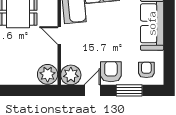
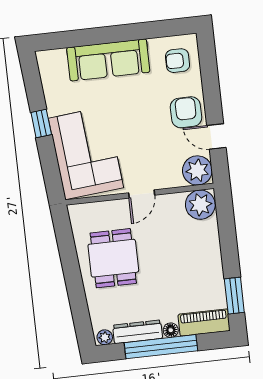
armchair: (111, 72) -> (186, 112), turned 90
window: (129, 90) -> (210, 83), removed

